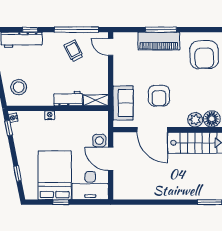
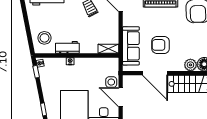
armchair: (159, 96) -> (161, 45), turned 90
workbench: (68, 99) -> (67, 47), moved
sofa: (123, 103) -> (131, 46), width x1.36

